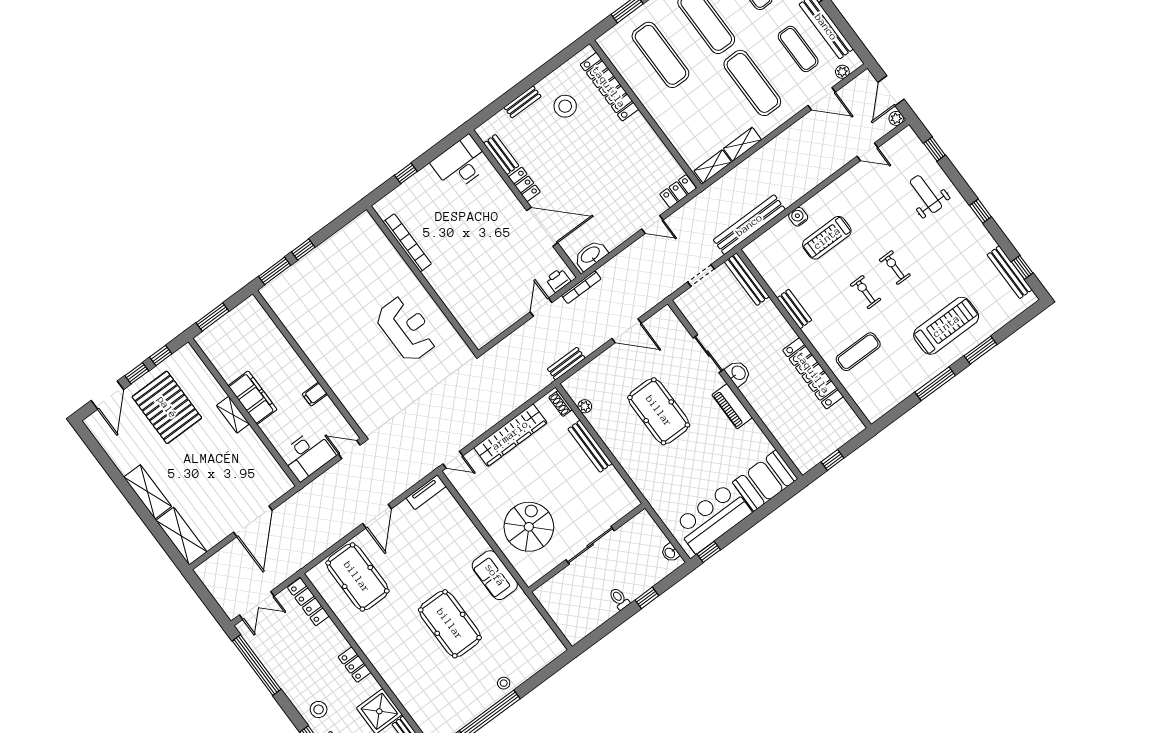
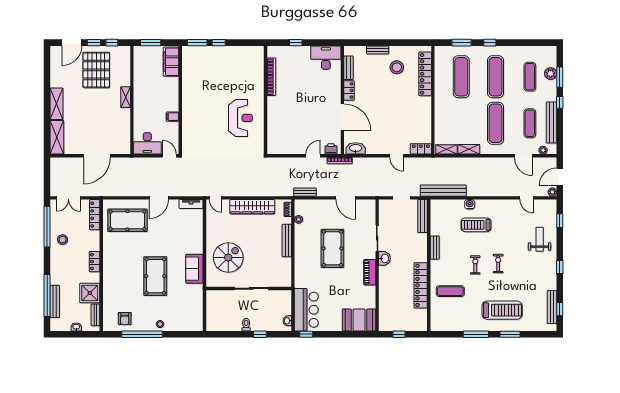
filing cabinet: (252, 398) -> (171, 62), moved, turned 180
bar counter: (713, 518) -> (306, 310), moved, turned 90
pool table: (357, 577) -> (127, 220), turned 90
stool: (319, 709) -> (63, 240), moved
armchair: (451, 711) -> (125, 319), added

